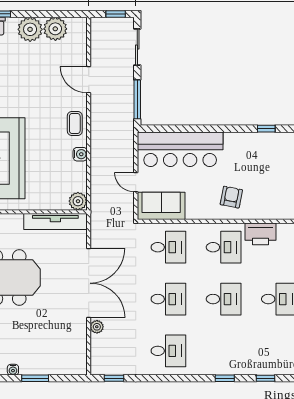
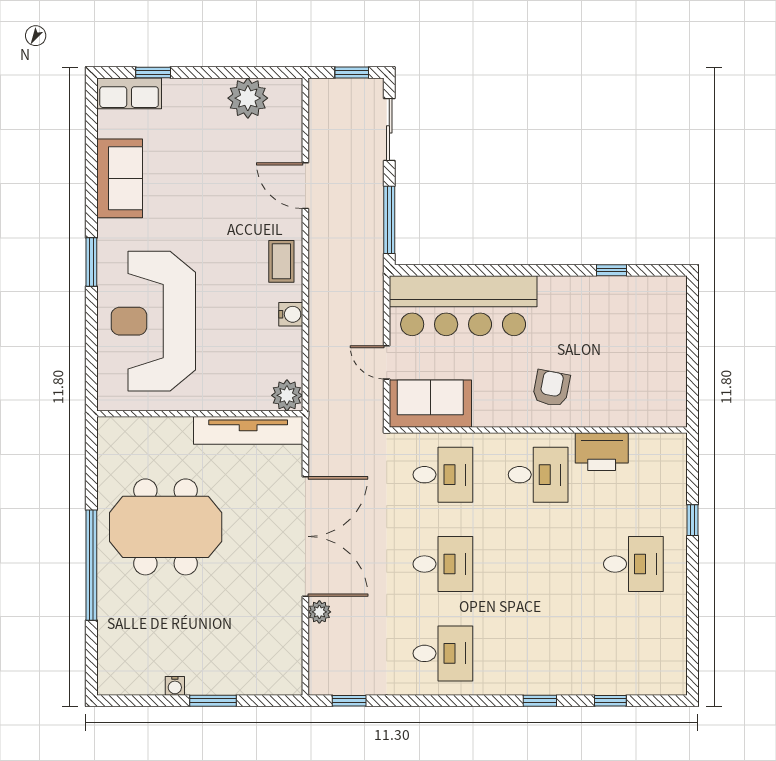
plant: (30, 29) -> (204, 99), removed
desk: (224, 299) -> (538, 564), removed

